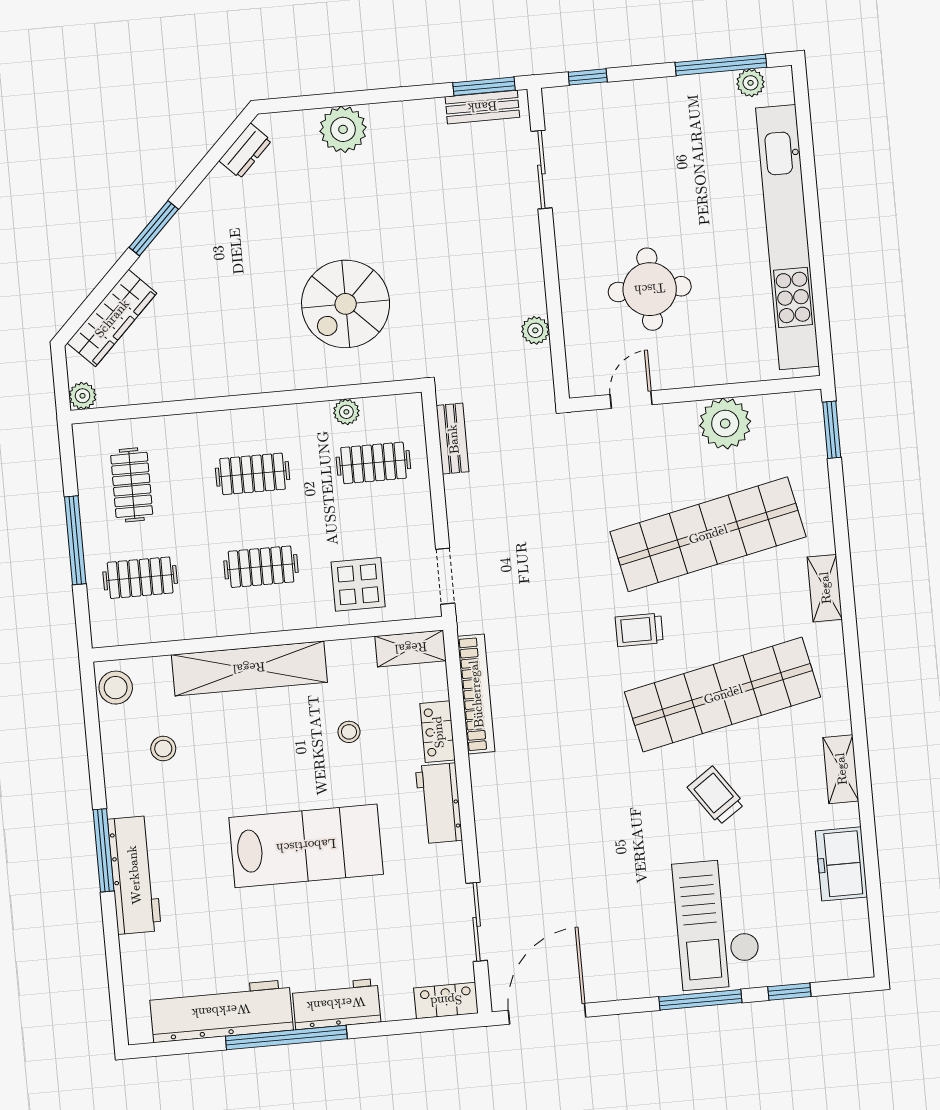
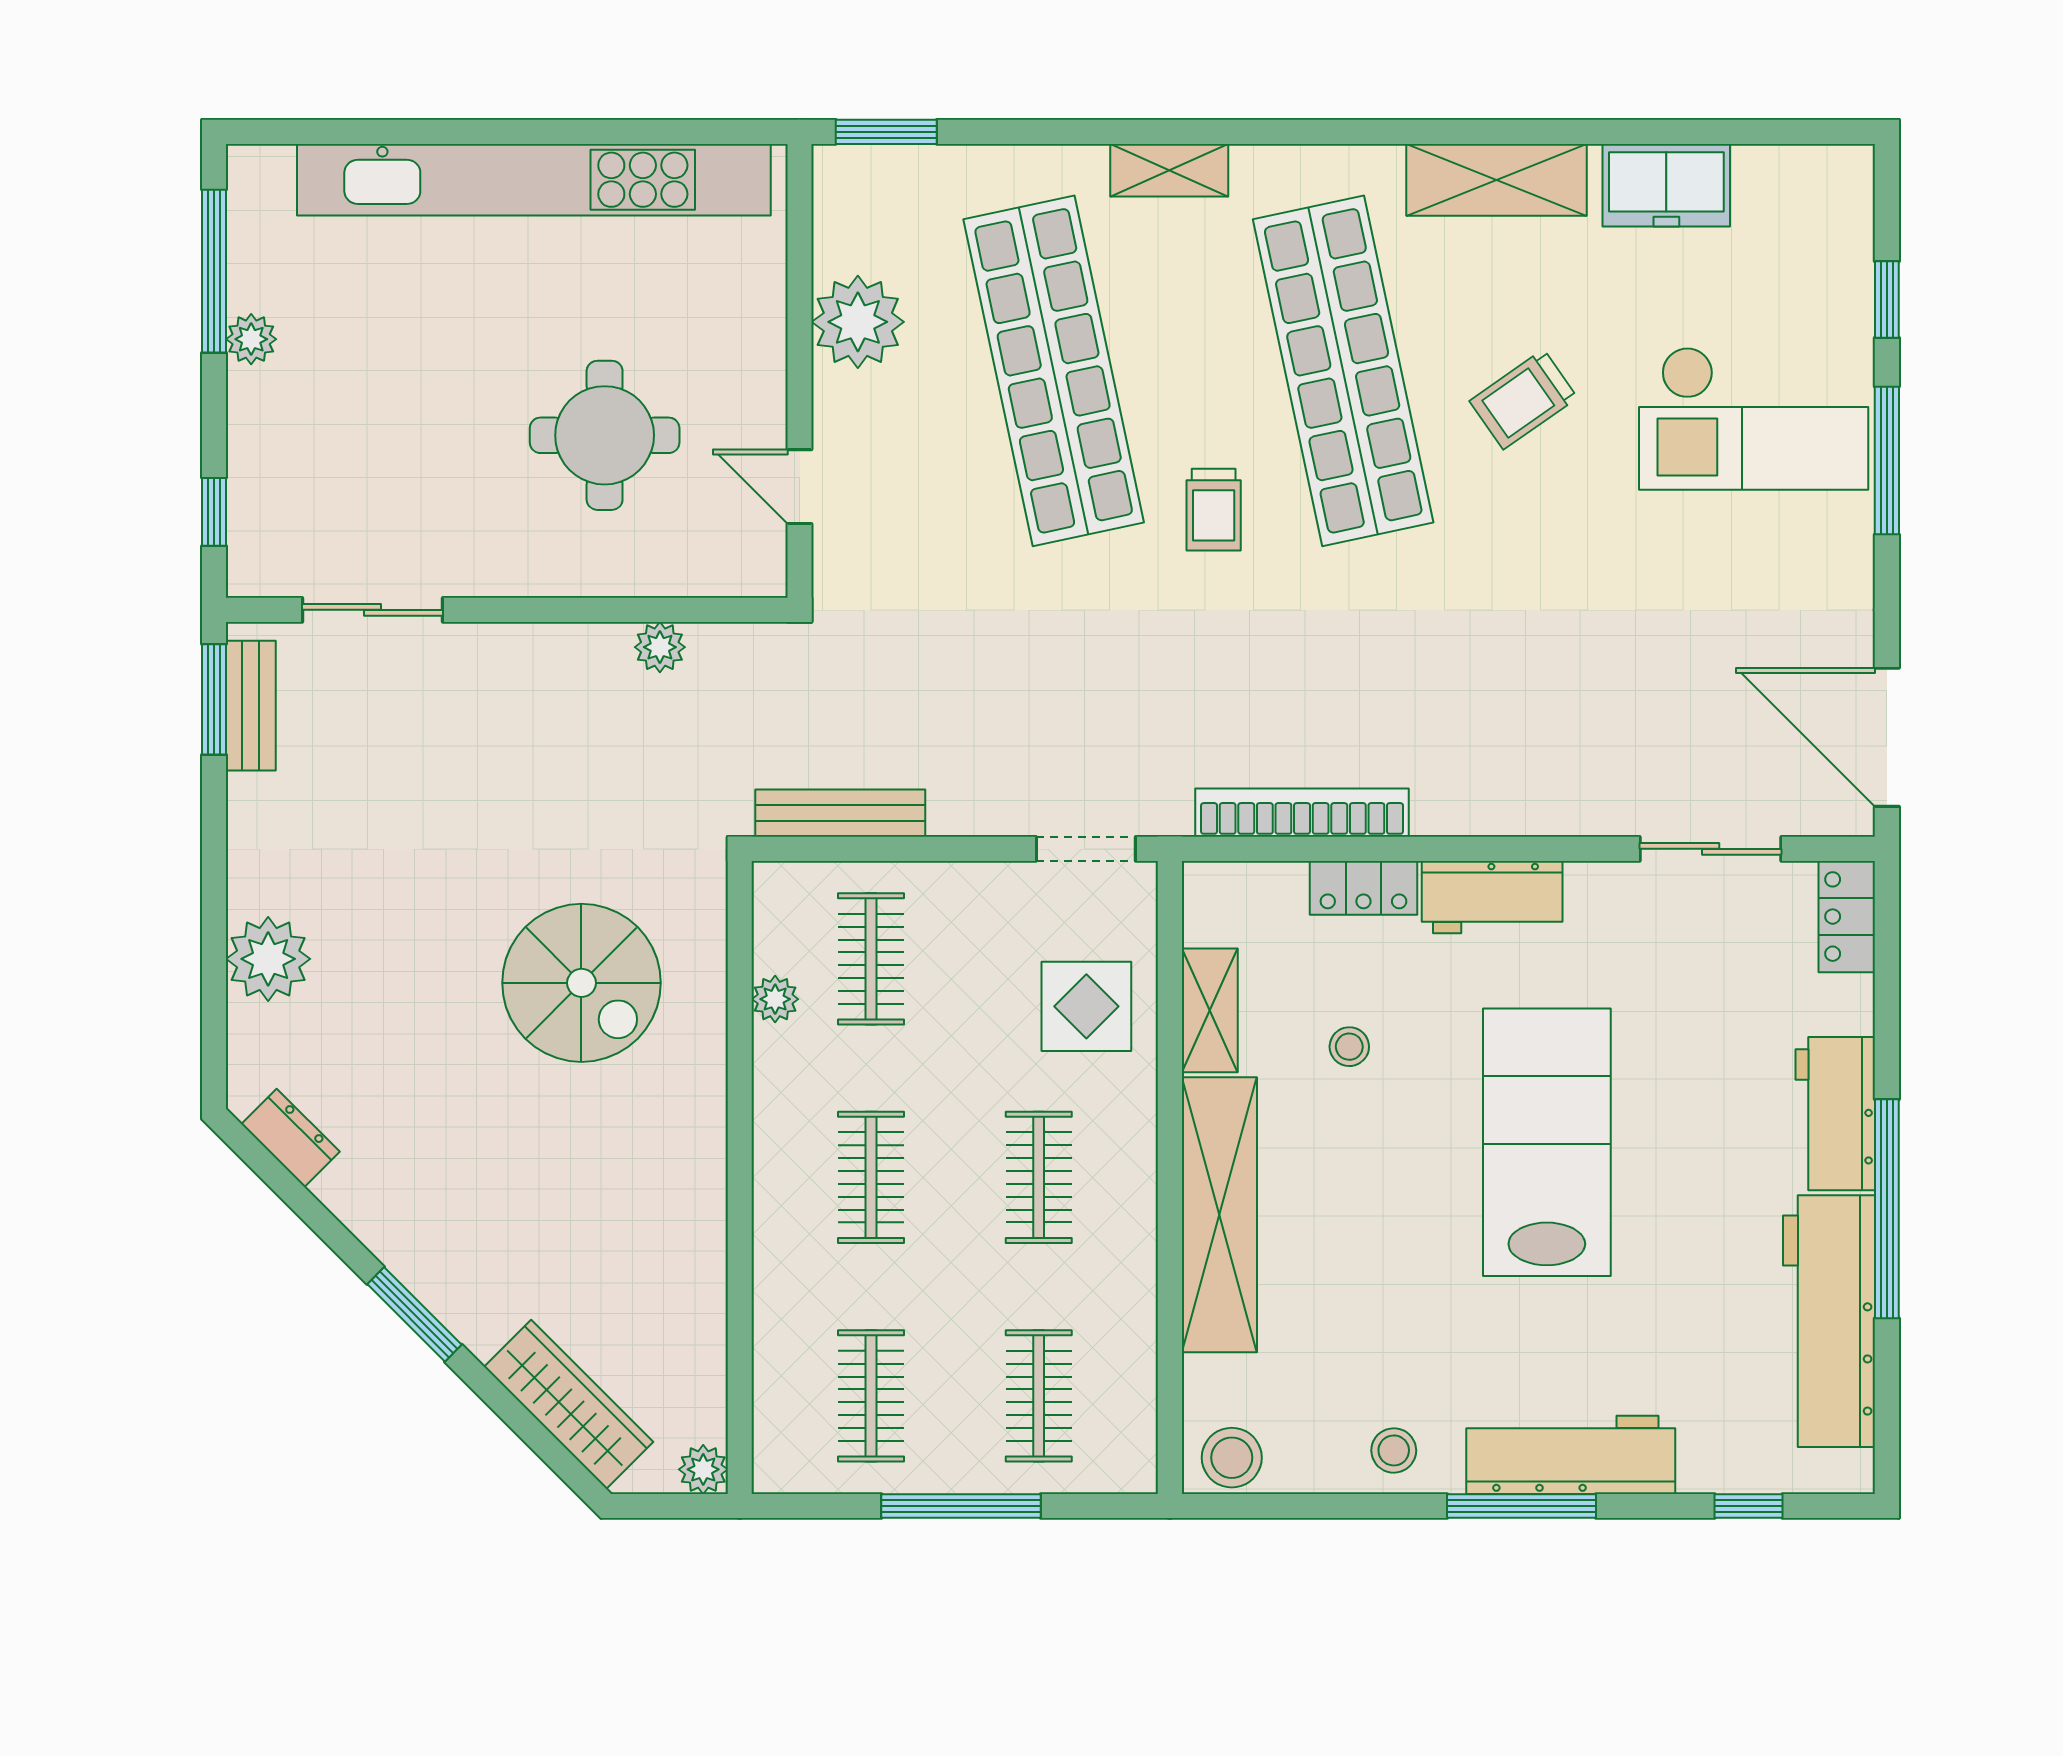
plant: (750, 83) -> (251, 339), moved
bench: (453, 439) -> (840, 813), width x1.36
clothes rail: (132, 485) -> (871, 1396), turned 90
shelving: (411, 648) -> (1210, 1010), moved
stool: (163, 749) -> (1394, 1450), moved
shelving: (841, 769) -> (1497, 180), width x1.50, depth x1.33
window: (115, 976) -> (1749, 1506), added

